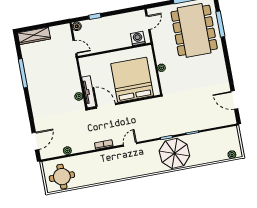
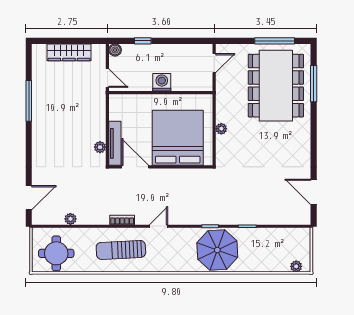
wardrobe: (34, 36) -> (69, 52), moved
washing machine: (138, 38) -> (162, 82), moved
sun lounger: (107, 166) -> (121, 250), added

